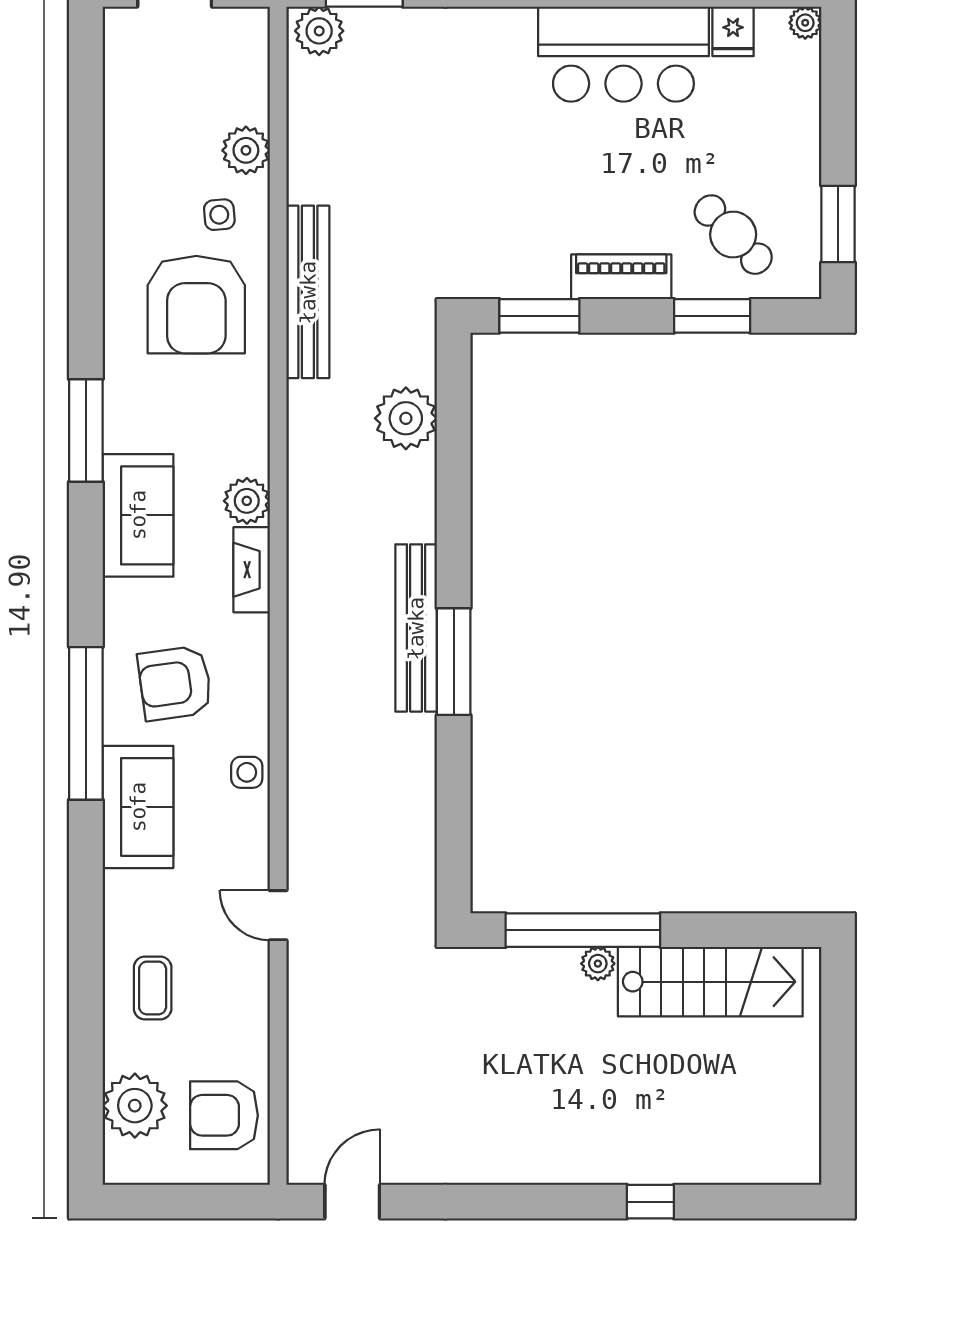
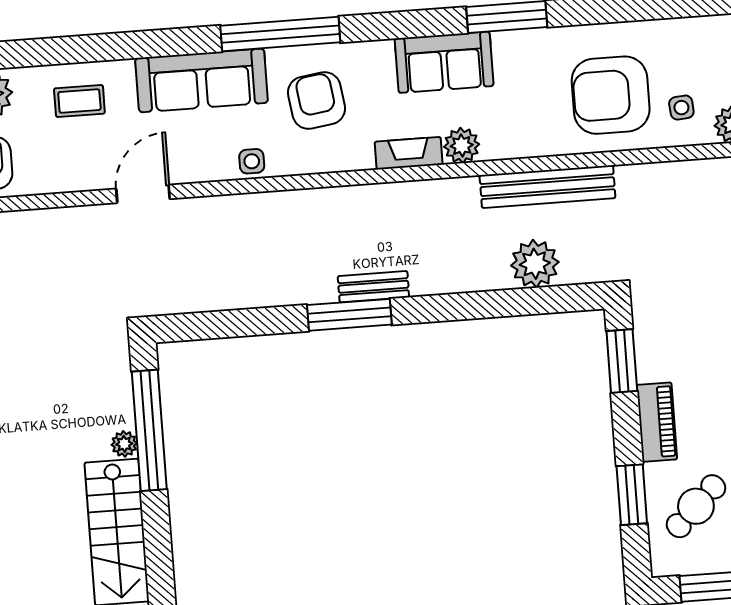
bench: (308, 292) -> (547, 187), moved
bench: (416, 628) -> (373, 287), width x0.54, depth x0.82
sofa: (138, 807) -> (202, 80), width x1.36
door: (278, 915) -> (143, 194), width x1.38

